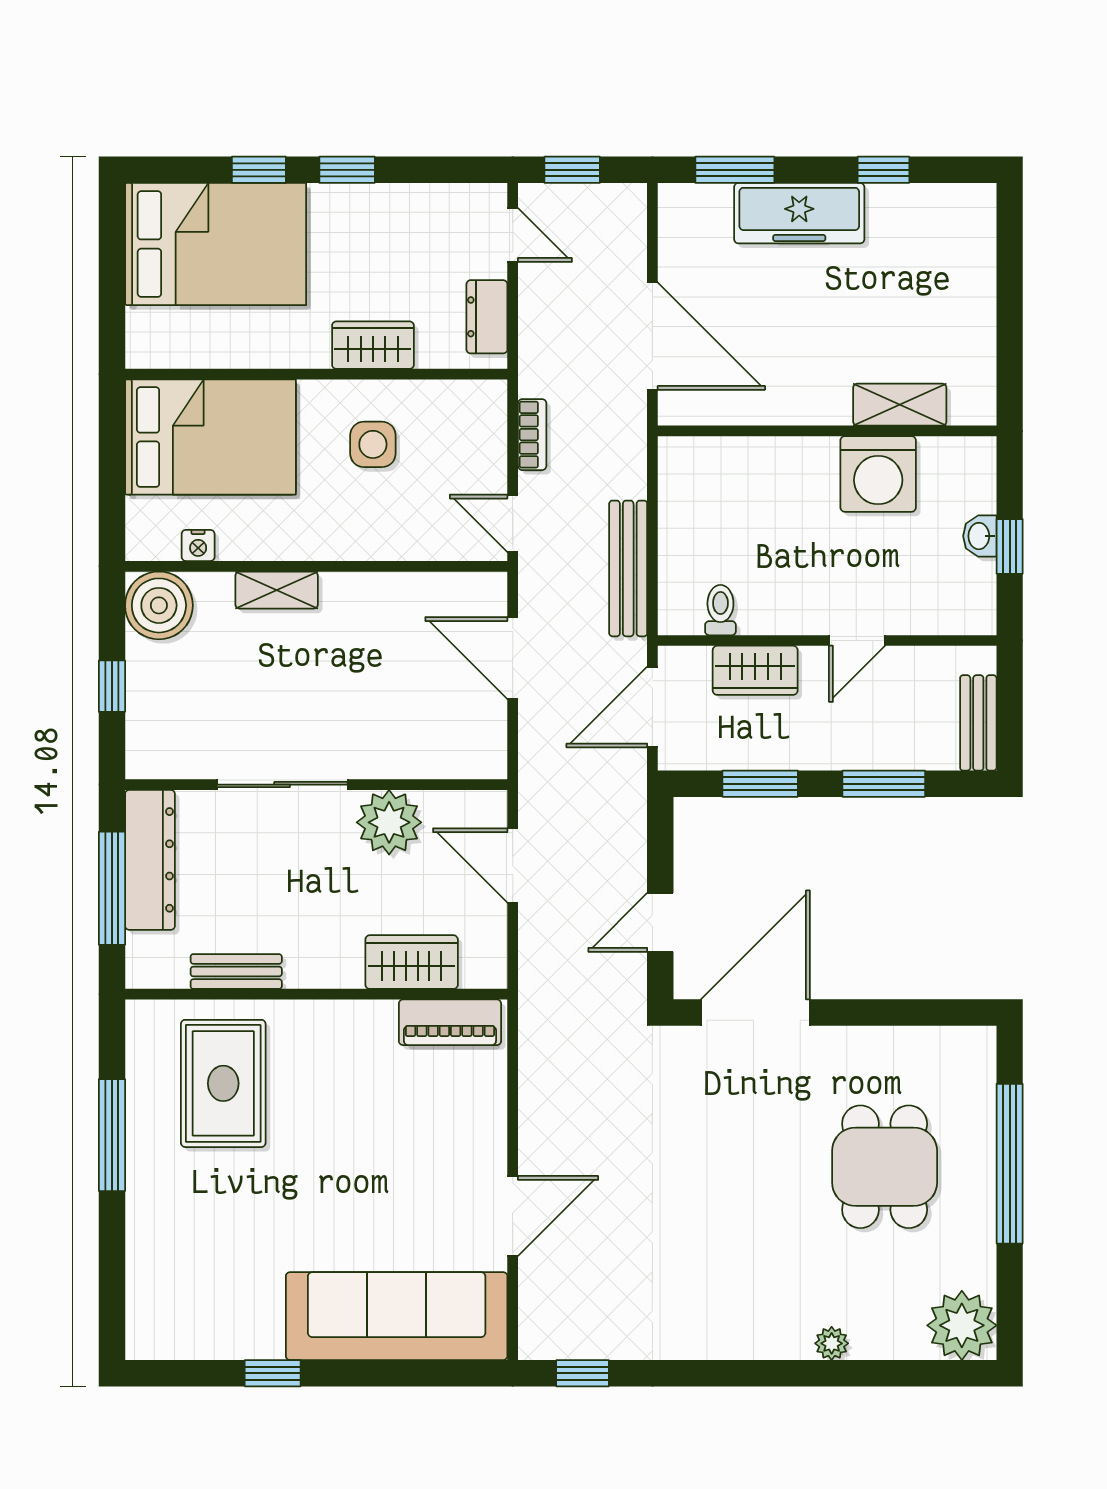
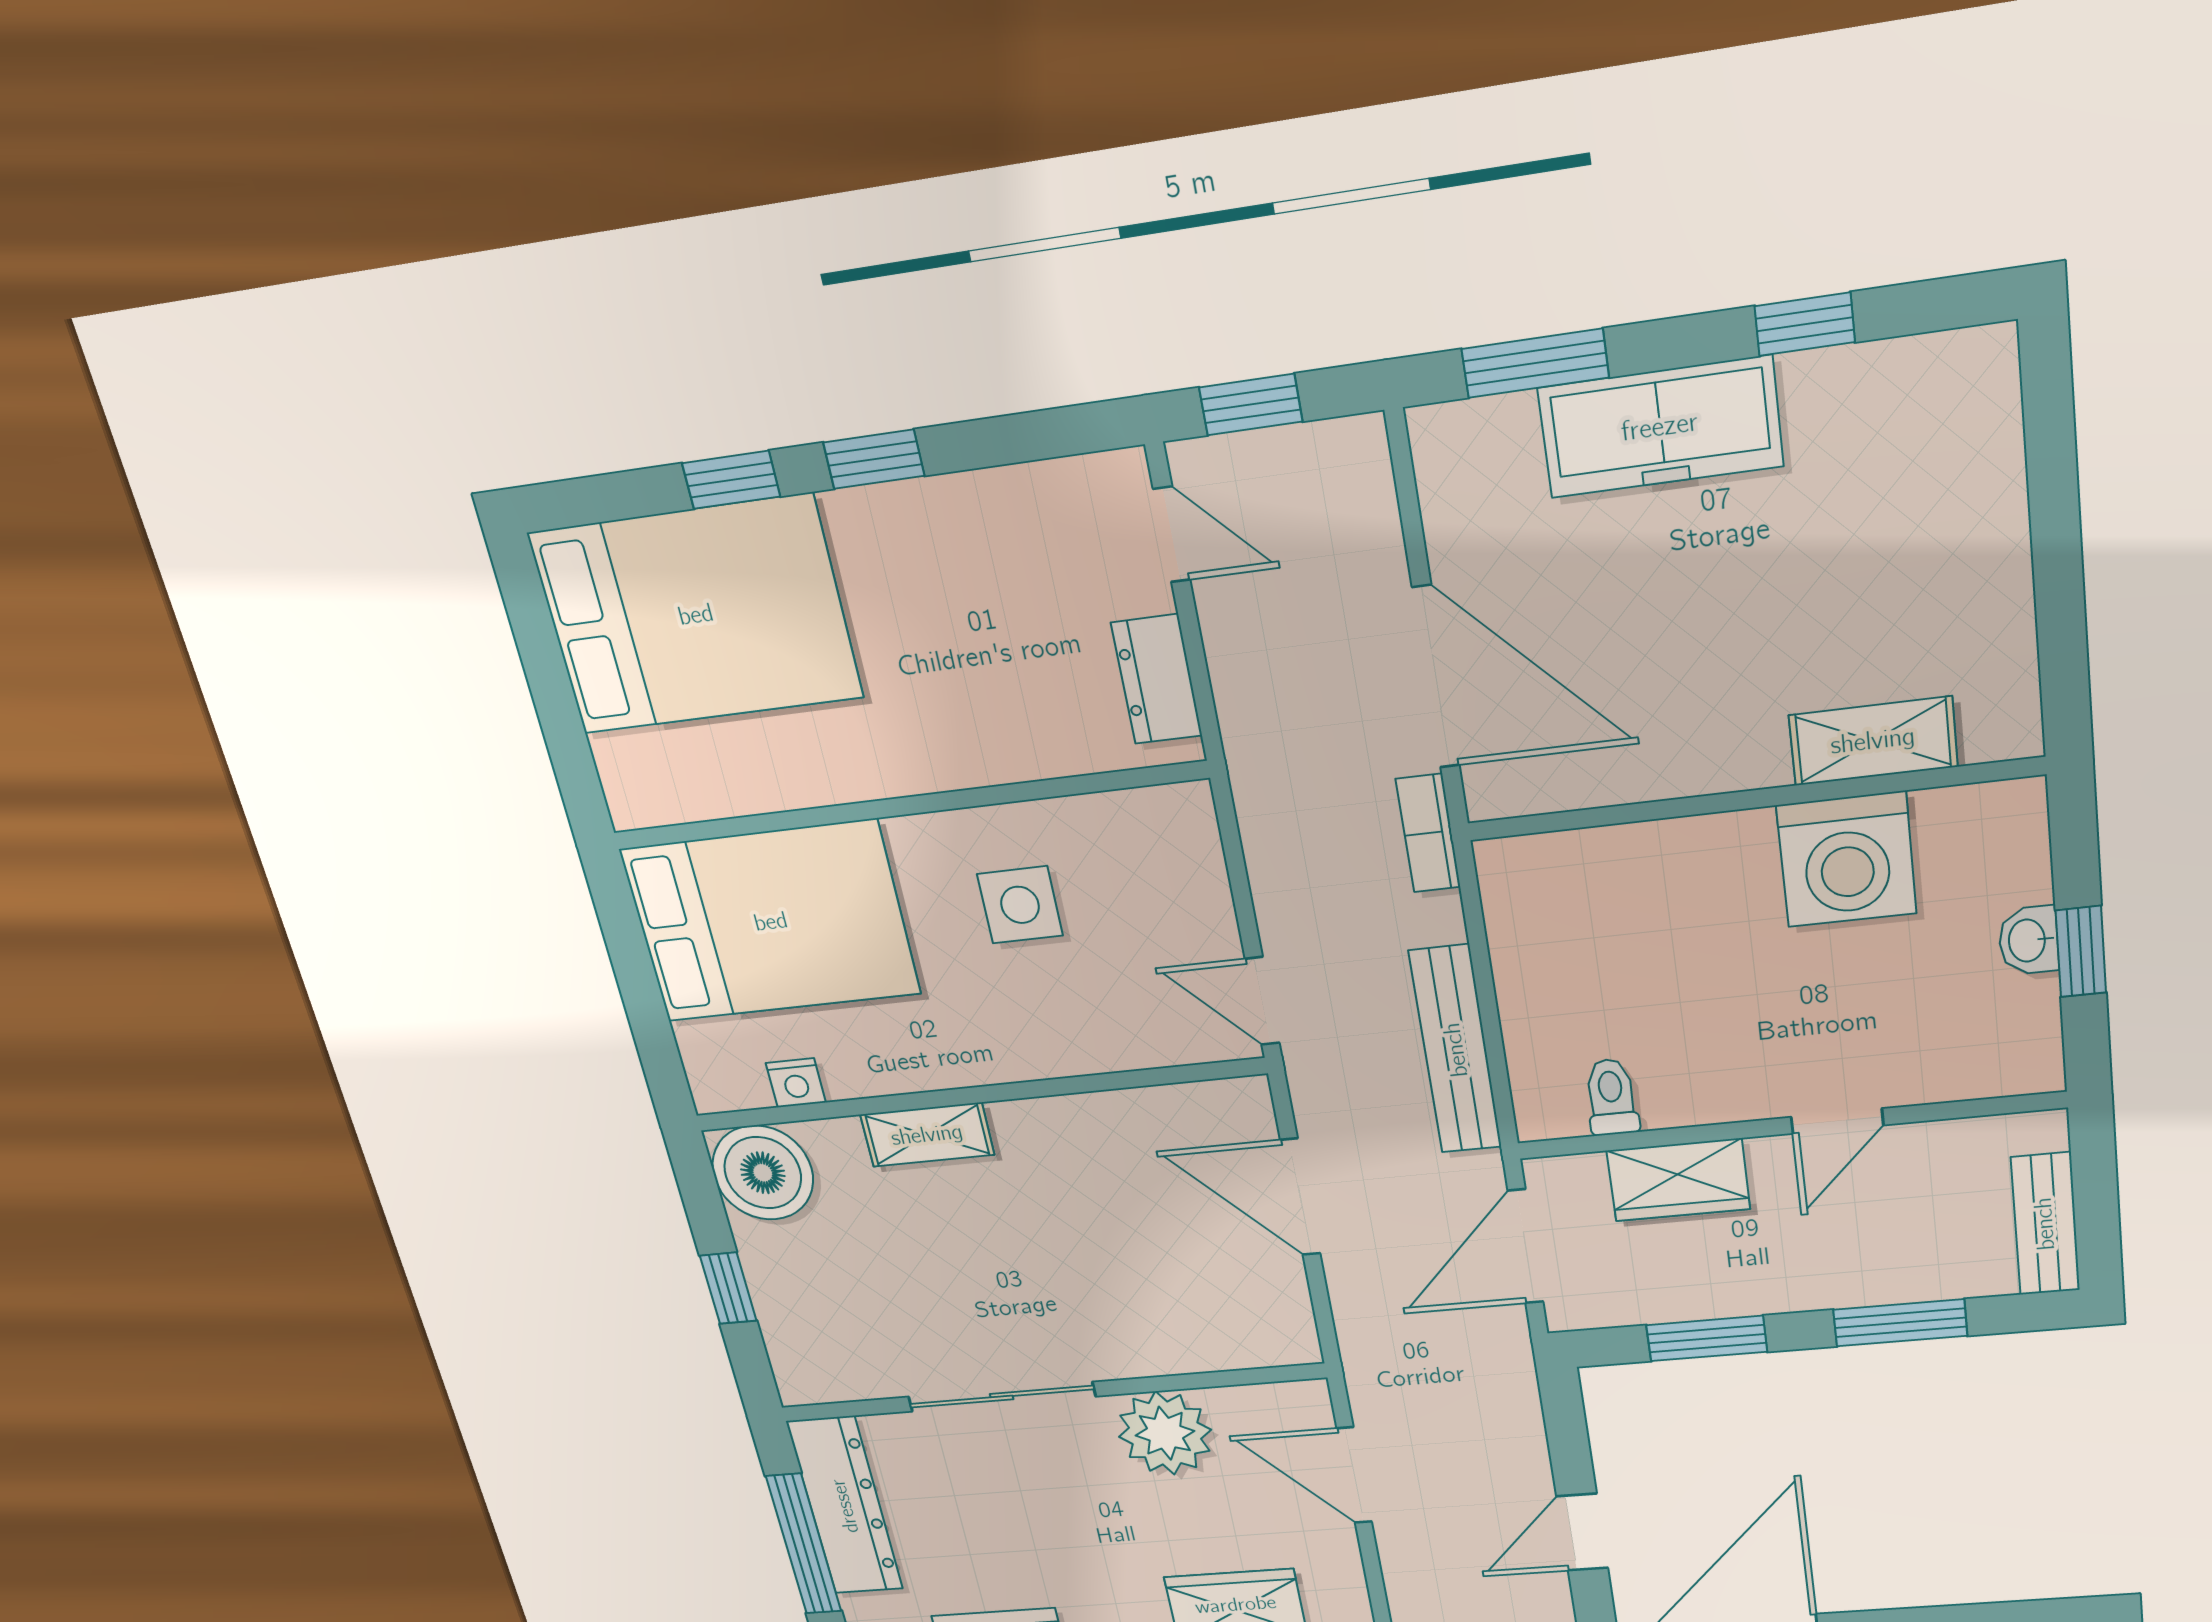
wardrobe: (373, 345) -> (984, 749), removed
bookcase: (532, 435) -> (1428, 833), moved, turned 180

